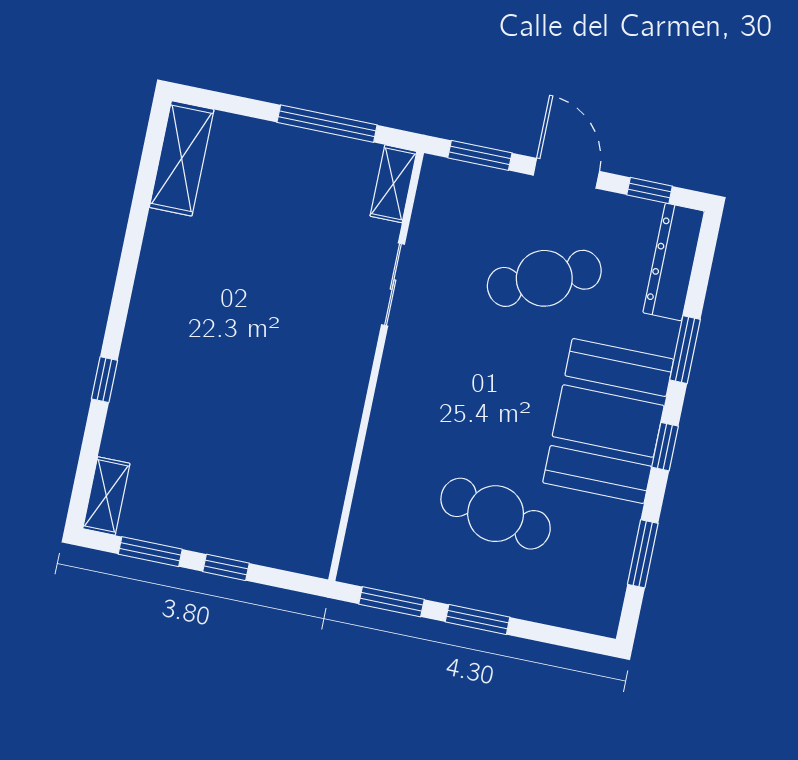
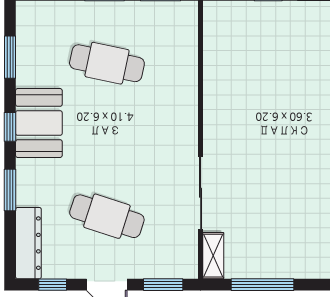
cafe table: (544, 278) -> (107, 216), turned 42
sliding door: (393, 285) -> (201, 193), width x1.37
booth: (608, 421) -> (39, 123), width x0.73, depth x0.70

